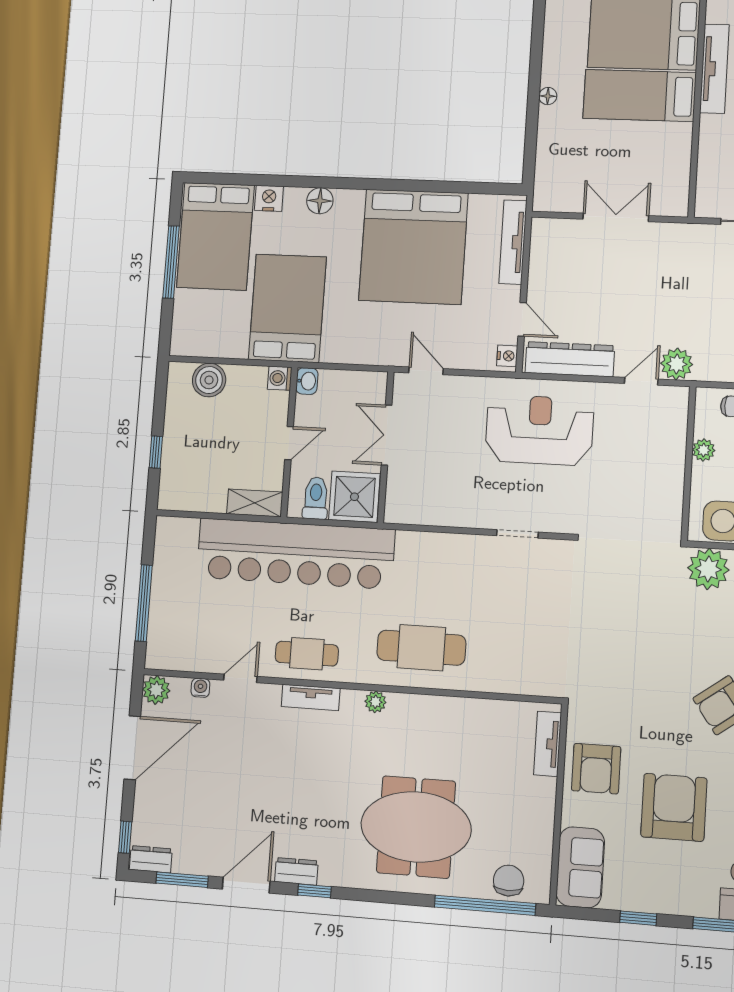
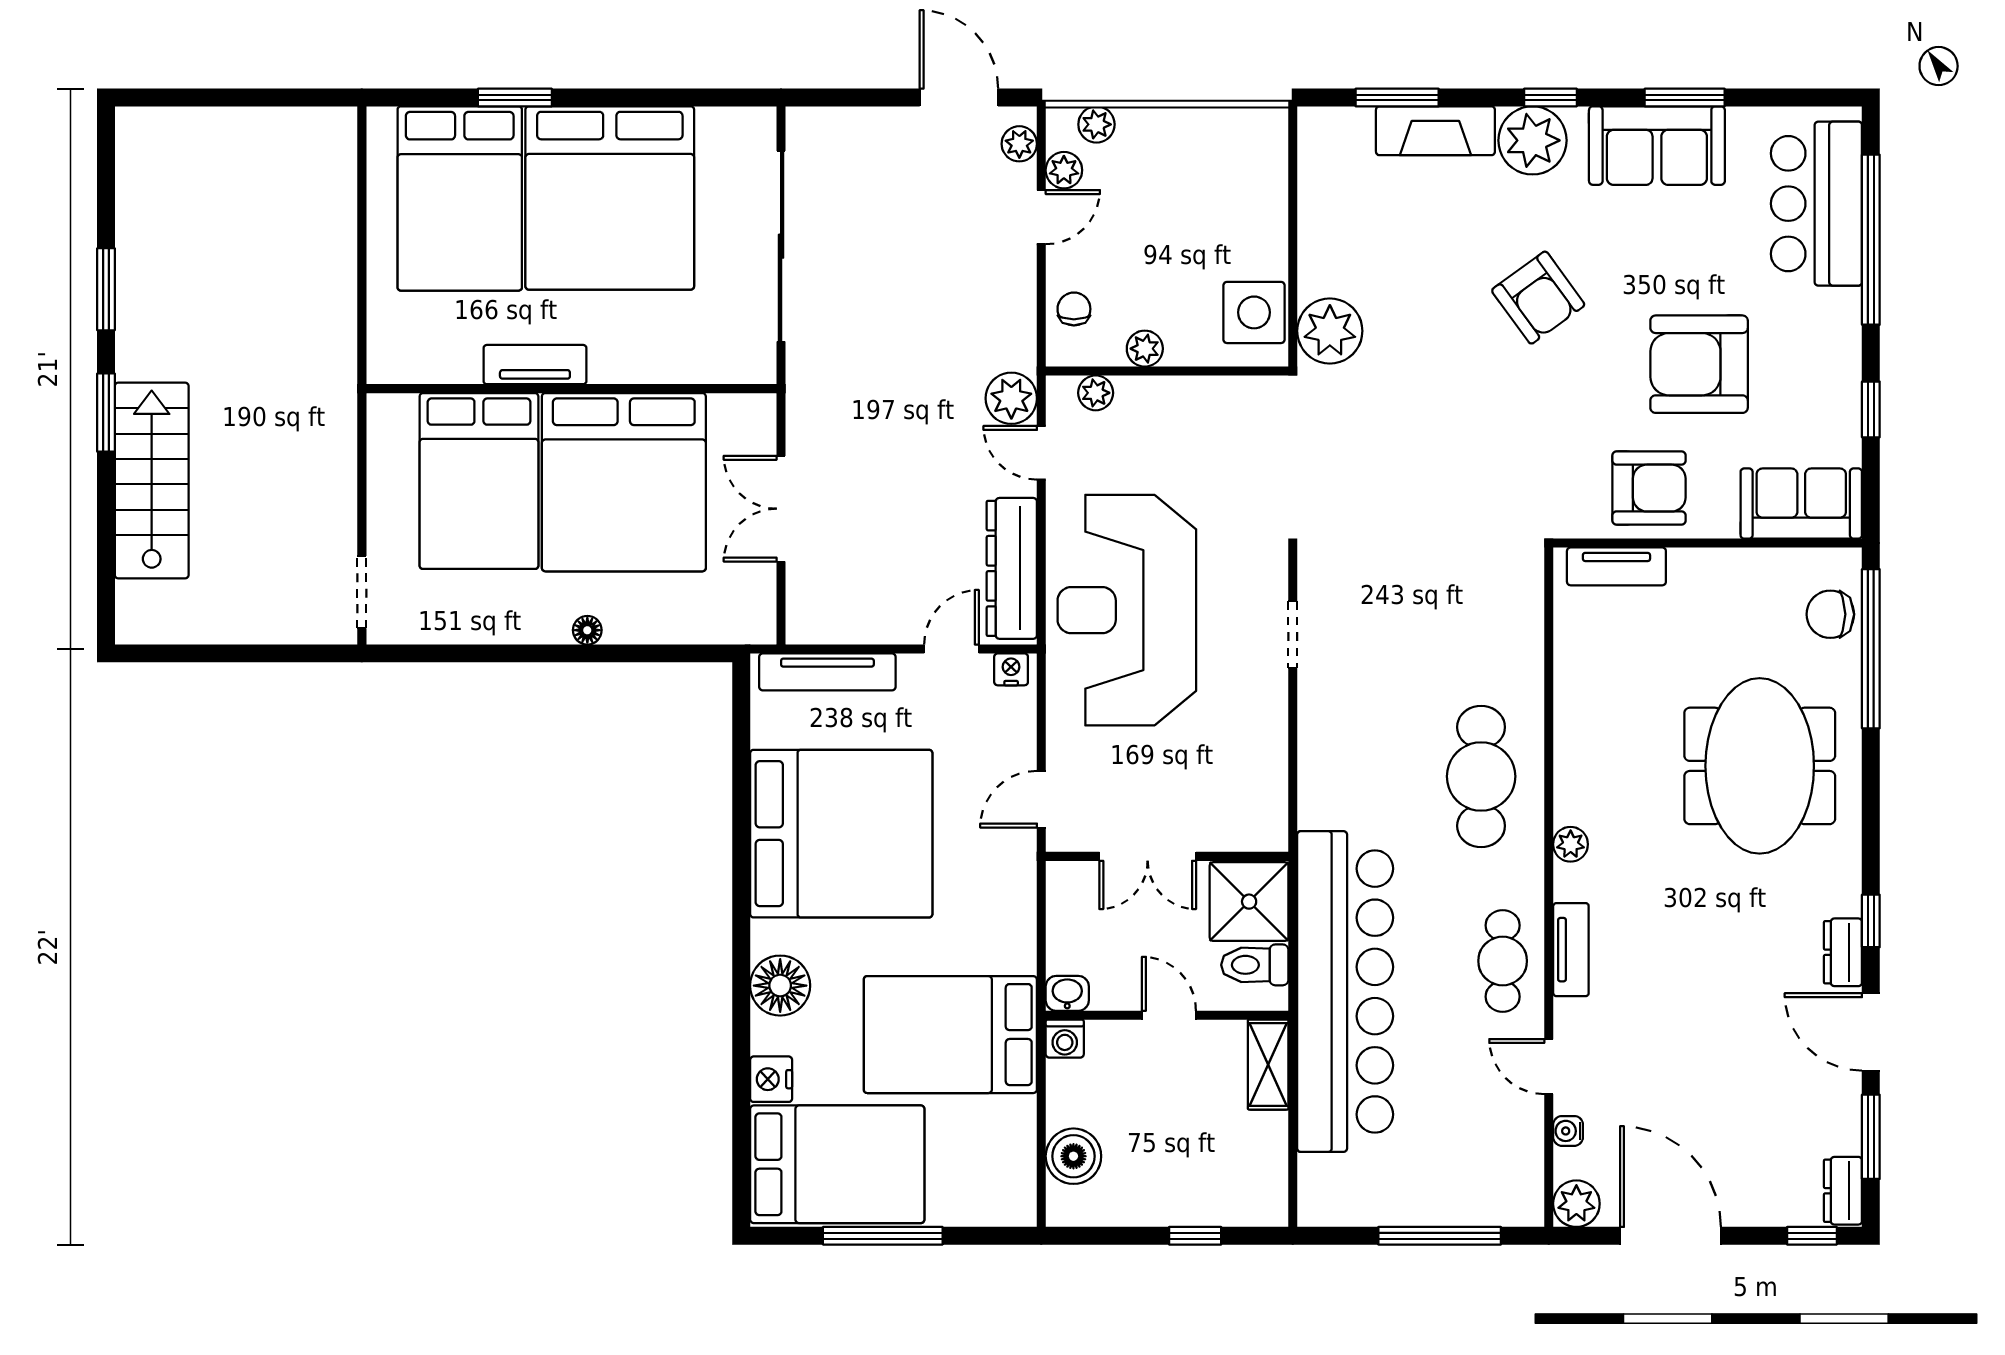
tv unit: (714, 69) -> (535, 365), width x0.71
bed: (639, 95) -> (624, 482), width x2.04
floor lamp: (320, 201) -> (780, 986), width x1.38, depth x1.38
plant: (677, 417) -> (1096, 393), added
reception desk: (539, 430) -> (1127, 610), width x1.36, depth x1.30

